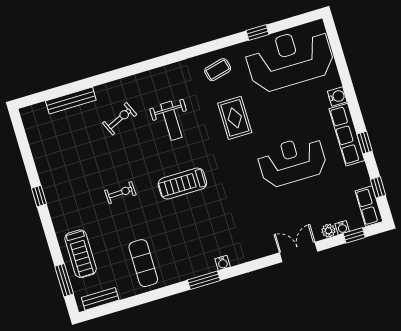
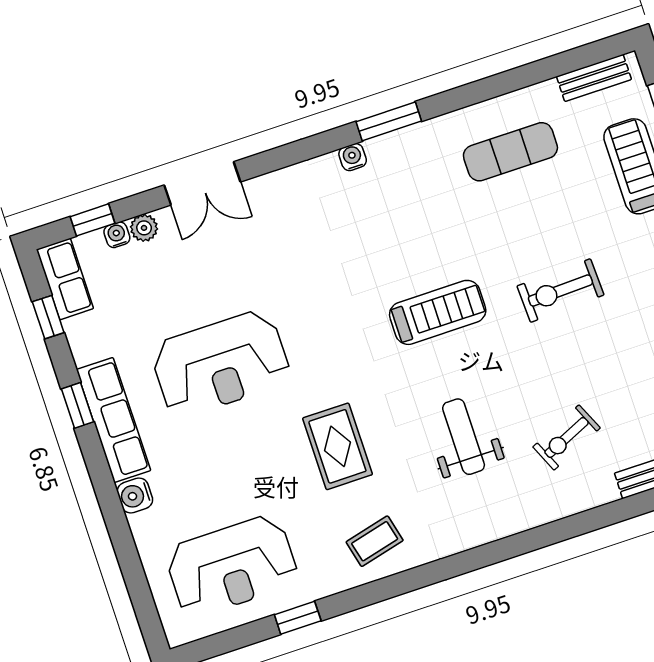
reception desk: (290, 59) -> (232, 566), width x0.74, depth x0.77
exercise bike: (120, 193) -> (560, 291), width x1.38, depth x1.39
exercise mat: (143, 263) -> (510, 152), turned 90

